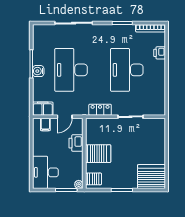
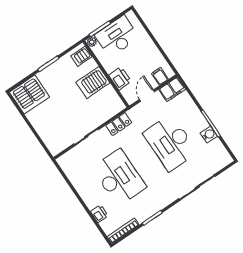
desk: (71, 70) -> (170, 143), turned 180
water cooler: (38, 71) -> (209, 135), moved
desk: (45, 172) -> (117, 36), moved, turned -90

